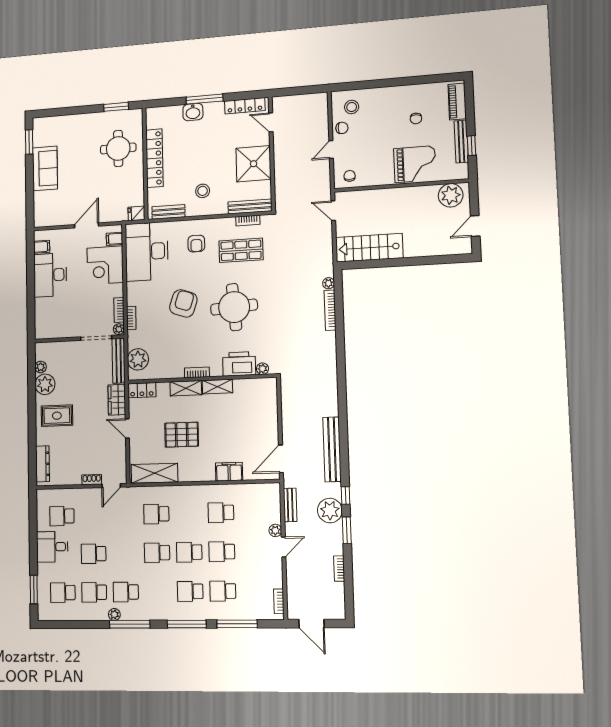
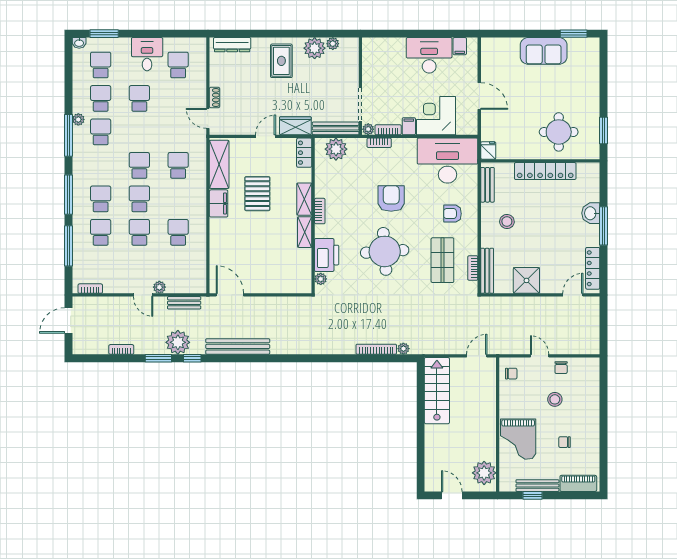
stool: (352, 107) -> (555, 399), moved
shower: (254, 164) -> (526, 280), width x0.73, depth x0.73
filing cabinet: (114, 239) -> (409, 126), moved
armchair: (183, 303) -> (391, 198), turned -109
filing cabinet: (229, 472) -> (219, 203), moved
washbasin: (43, 614) -> (79, 43), added

